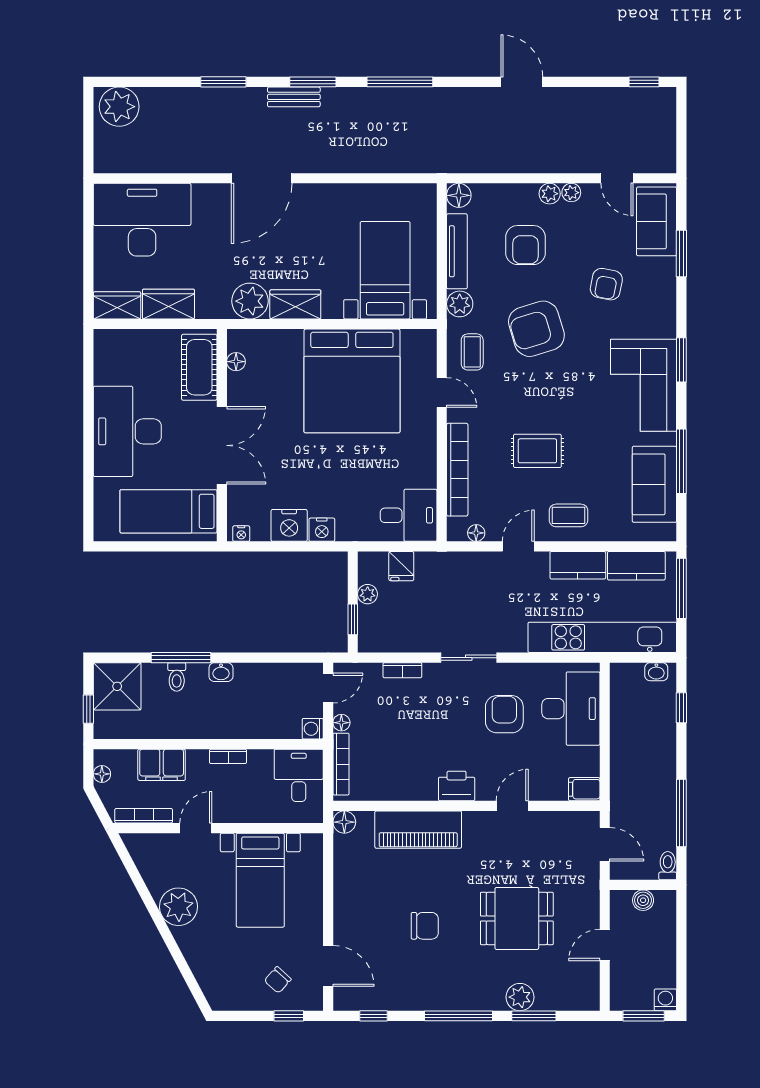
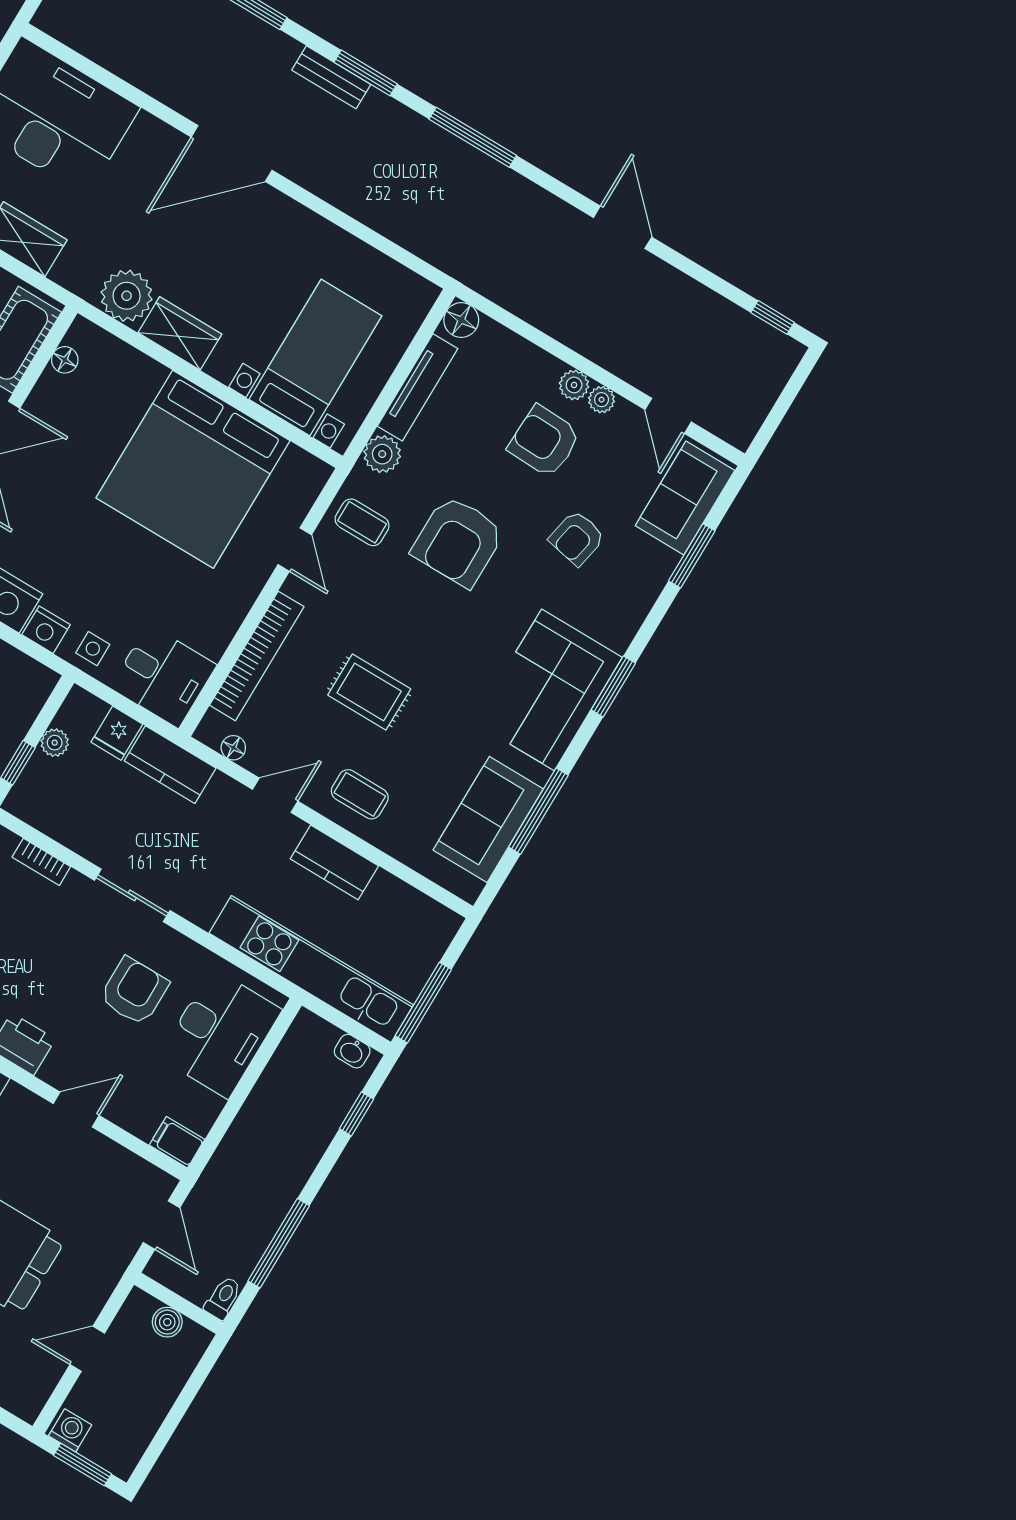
armchair: (525, 245) -> (544, 441), moved, turned 92
armchair: (536, 329) -> (458, 541), turned -73
coffee table: (472, 352) -> (362, 522), turned 90
side table: (357, 524) -> (93, 649), added
kitchen counter: (636, 566) -> (170, 765), moved
window: (681, 588) -> (423, 1003), moved
washing machine: (665, 1000) -> (70, 1430), moved

